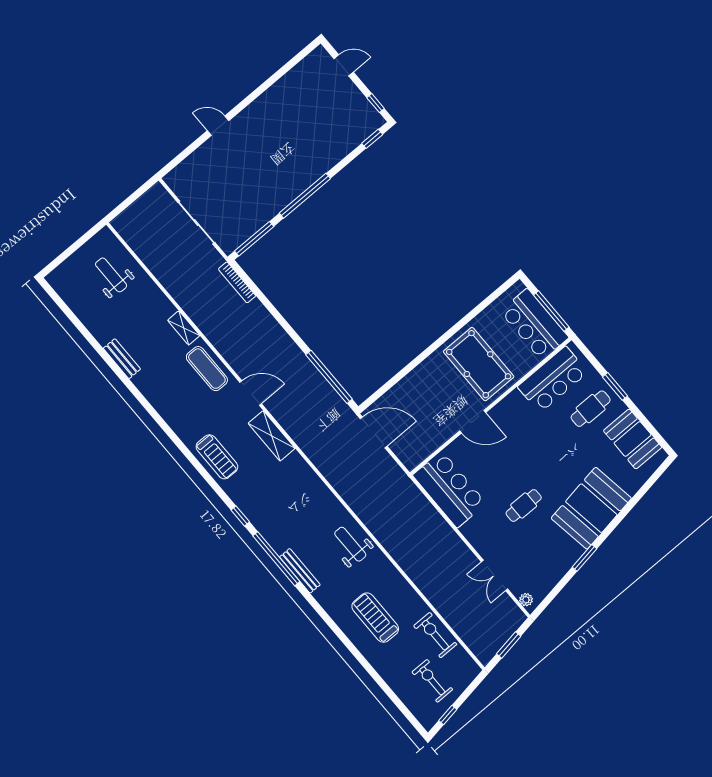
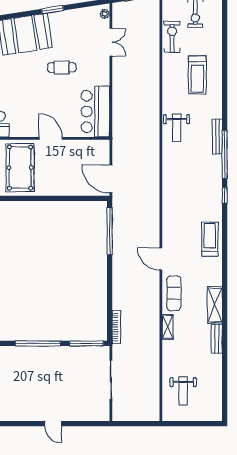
shelving: (272, 436) -> (215, 305), moved
exercise bike: (435, 635) -> (172, 37), turned 180

